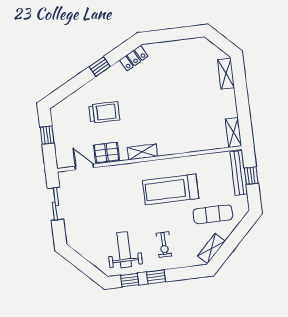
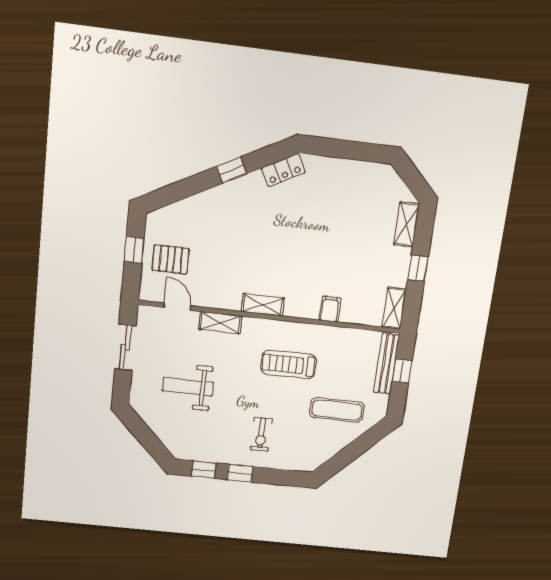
window: (242, 101) -> (418, 268), added
trolley: (104, 112) -> (223, 237), removed
filing cabinet: (189, 144) -> (330, 309), added
pallet: (106, 152) -> (171, 259), moved
treadmill: (171, 189) -> (289, 364), width x0.73, depth x0.73
shelving: (211, 249) -> (220, 323), moved, turned 45
weight bench: (124, 250) -> (188, 387), moved, turned -90

